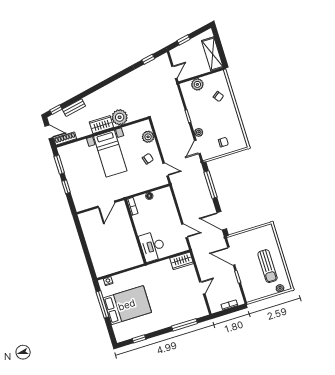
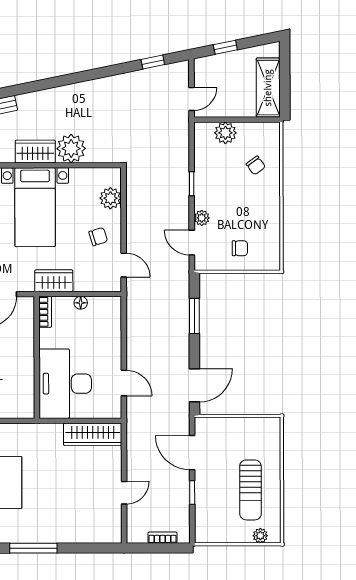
door: (197, 147) -> (192, 243), hinge flipped
window: (211, 185) -> (194, 316), width x0.69
wardrobe: (132, 189) -> (54, 281), added
door: (222, 221) -> (194, 385), swing flipped
desk: (153, 246) -> (65, 384), width x1.36, depth x1.30
wardrobe: (182, 261) -> (93, 434), width x1.50
window: (184, 325) -> (33, 548), moved

